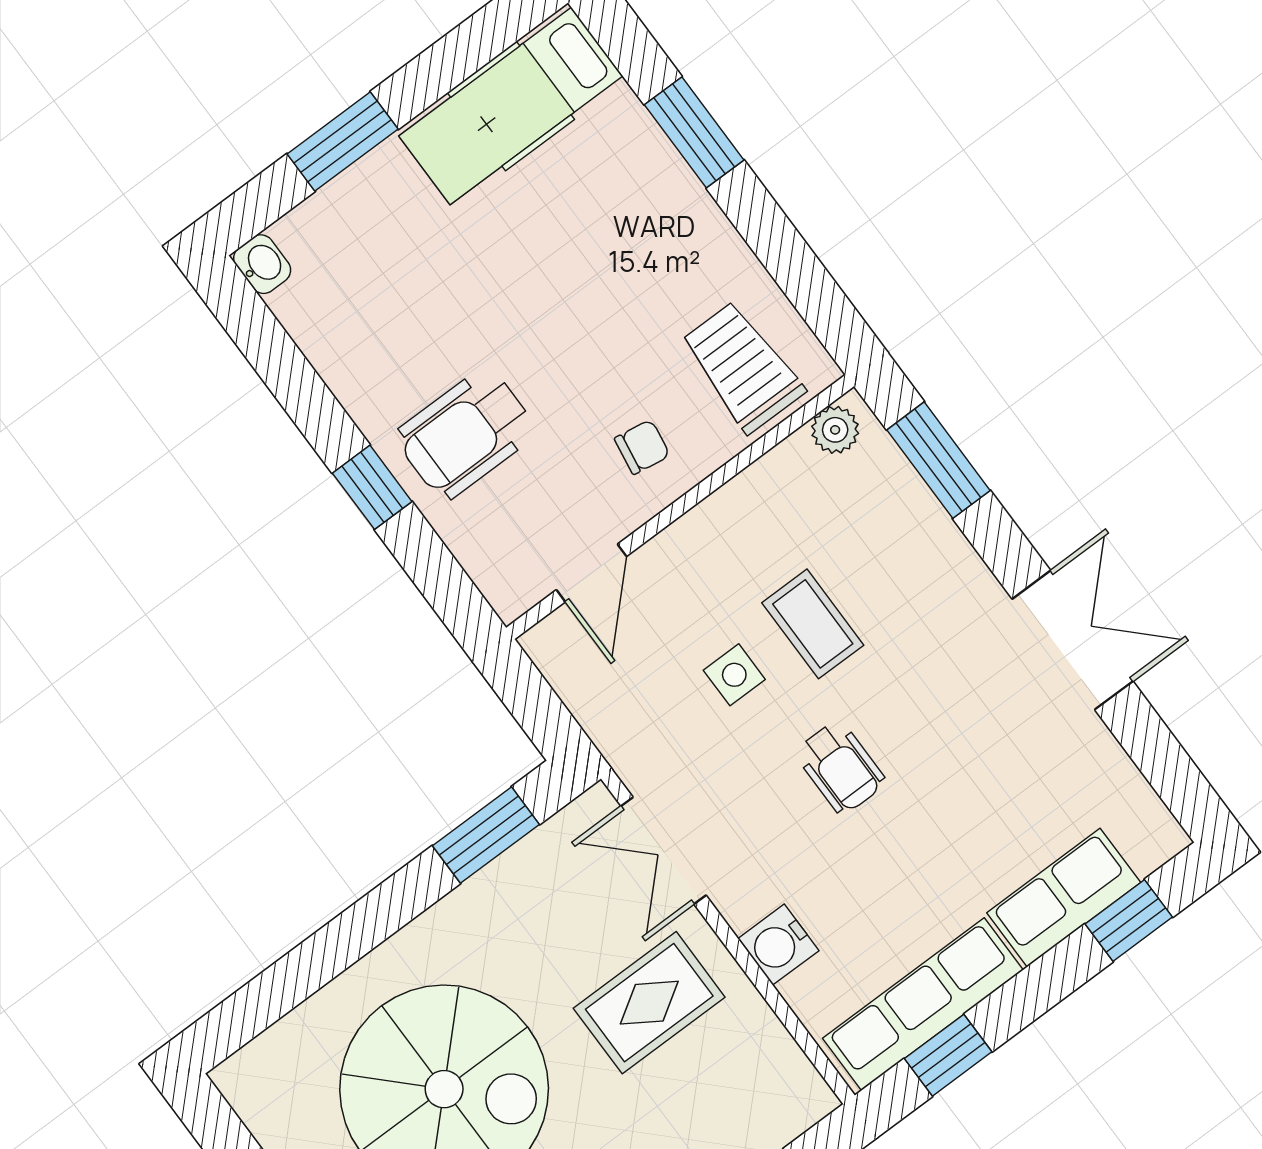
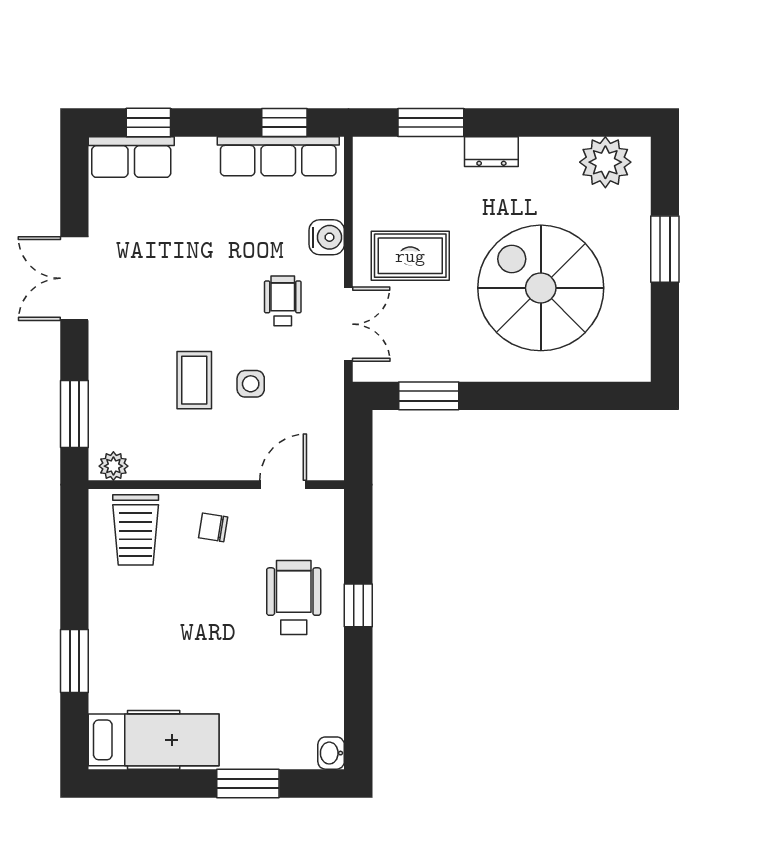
wheelchair: (466, 434) -> (294, 598), turned -90
wheelchair: (840, 767) -> (283, 301), moved
row of seats: (1064, 898) -> (131, 157), moved

